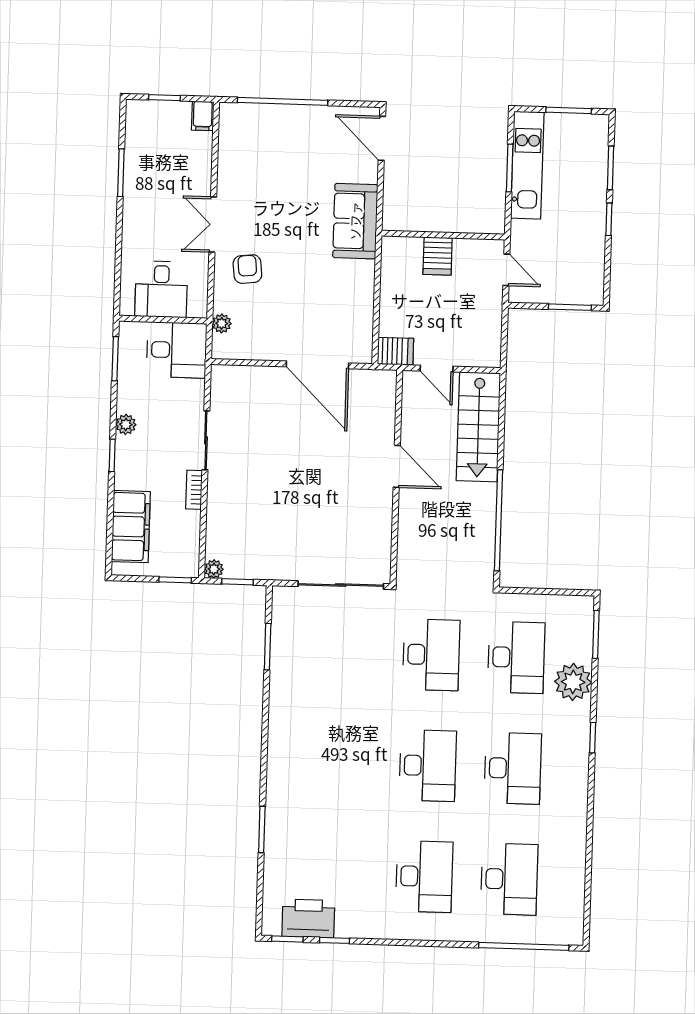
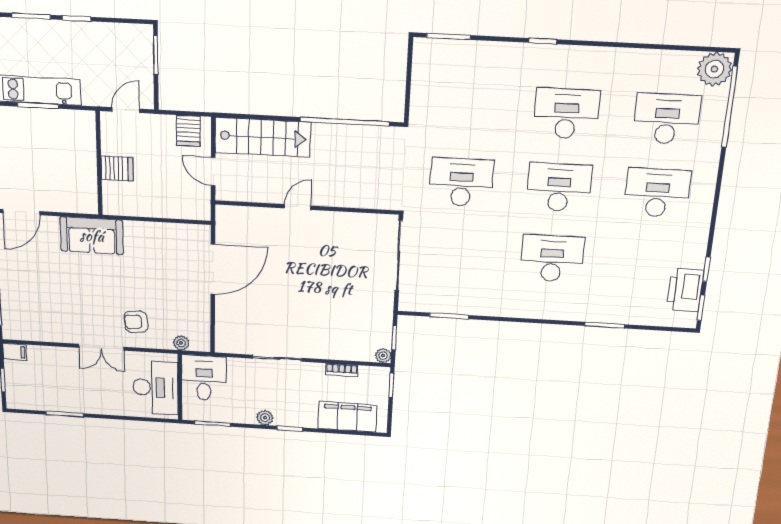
desk: (161, 289) -> (156, 388), width x1.37
server rack: (396, 351) -> (188, 131), moved, turned 180
door: (437, 369) -> (213, 172), swing flipped
door: (397, 466) -> (298, 207), width x0.73
bookcase: (194, 490) -> (342, 370), moved
desk: (516, 657) -> (552, 258), moved
plant: (573, 682) -> (714, 69), moved

